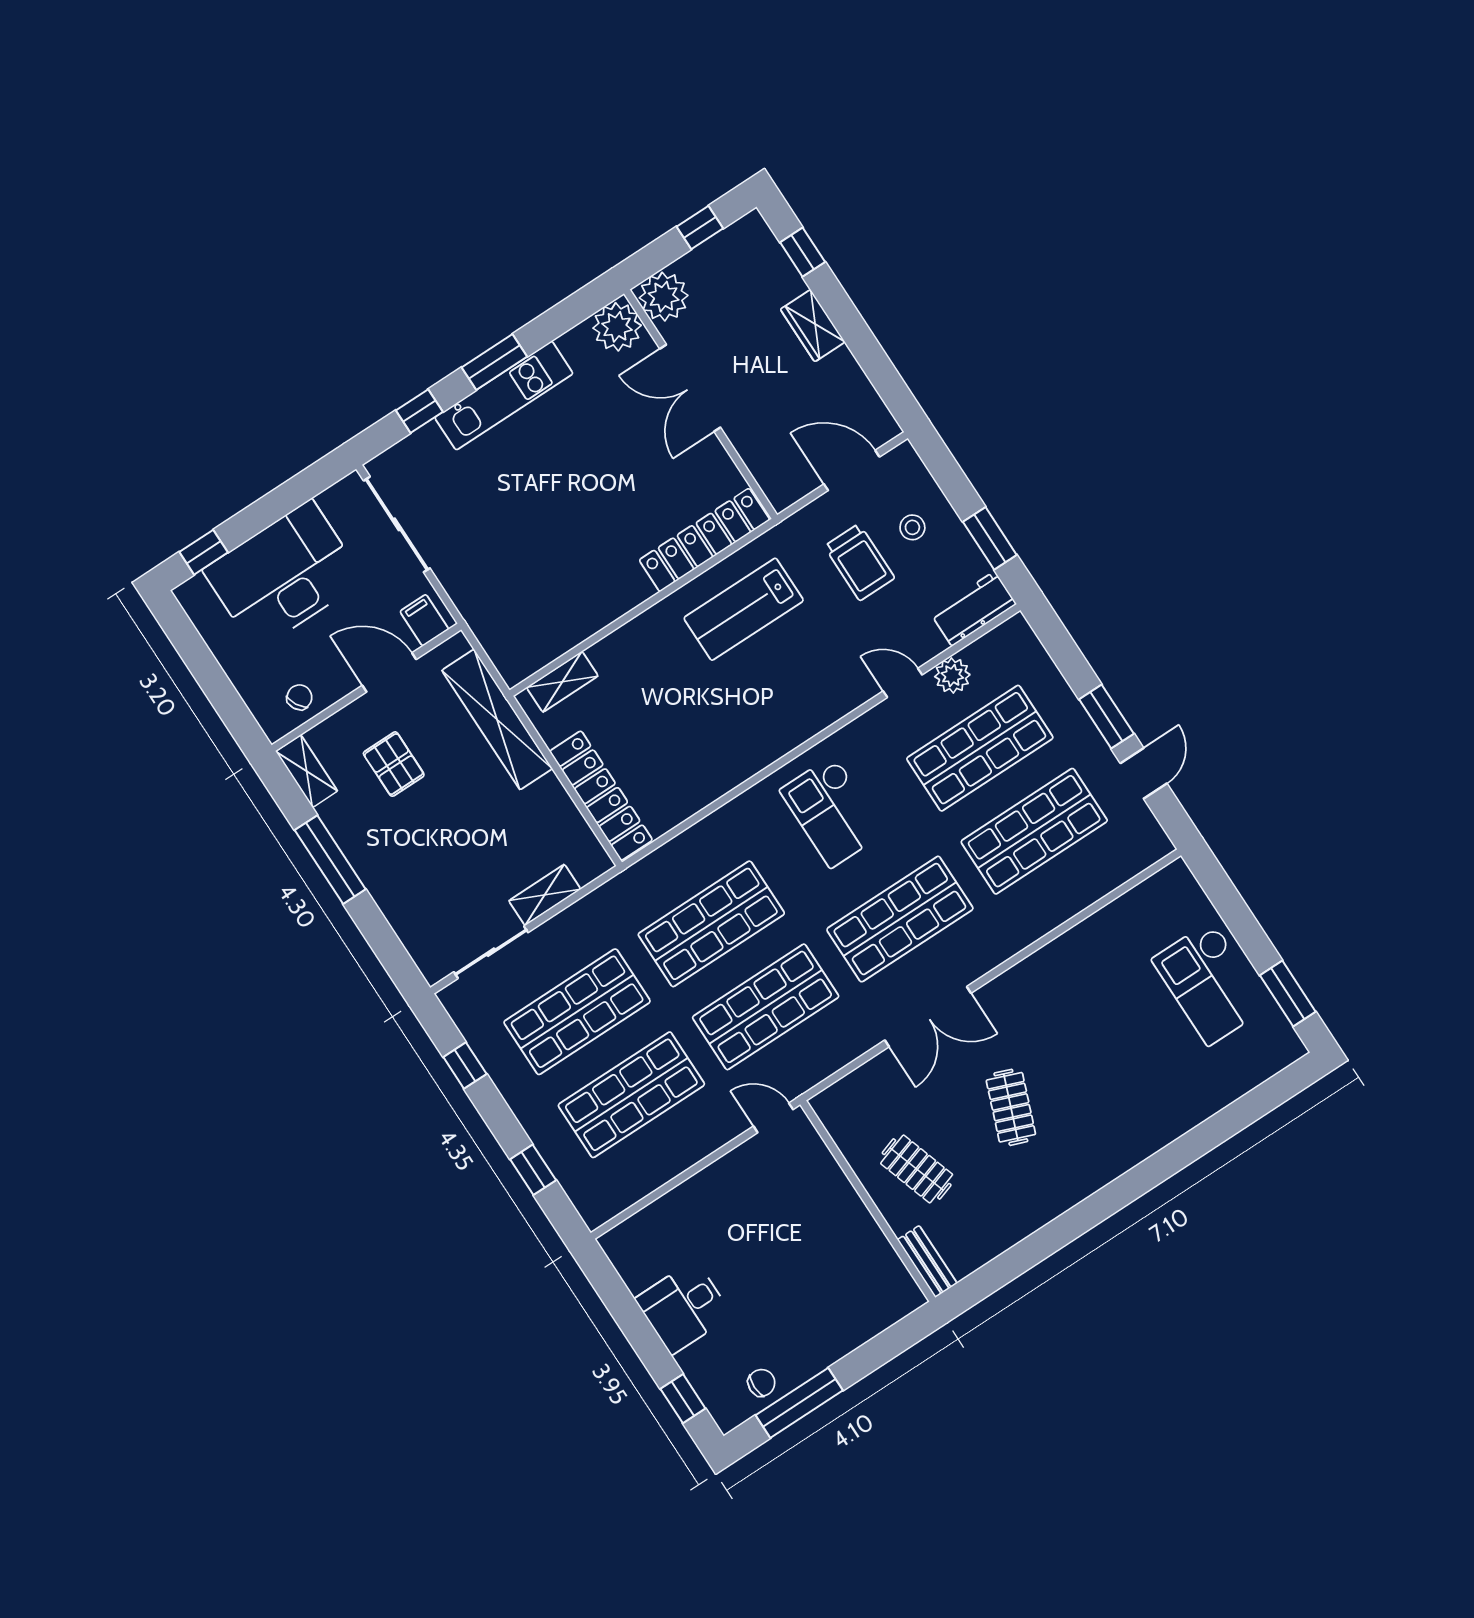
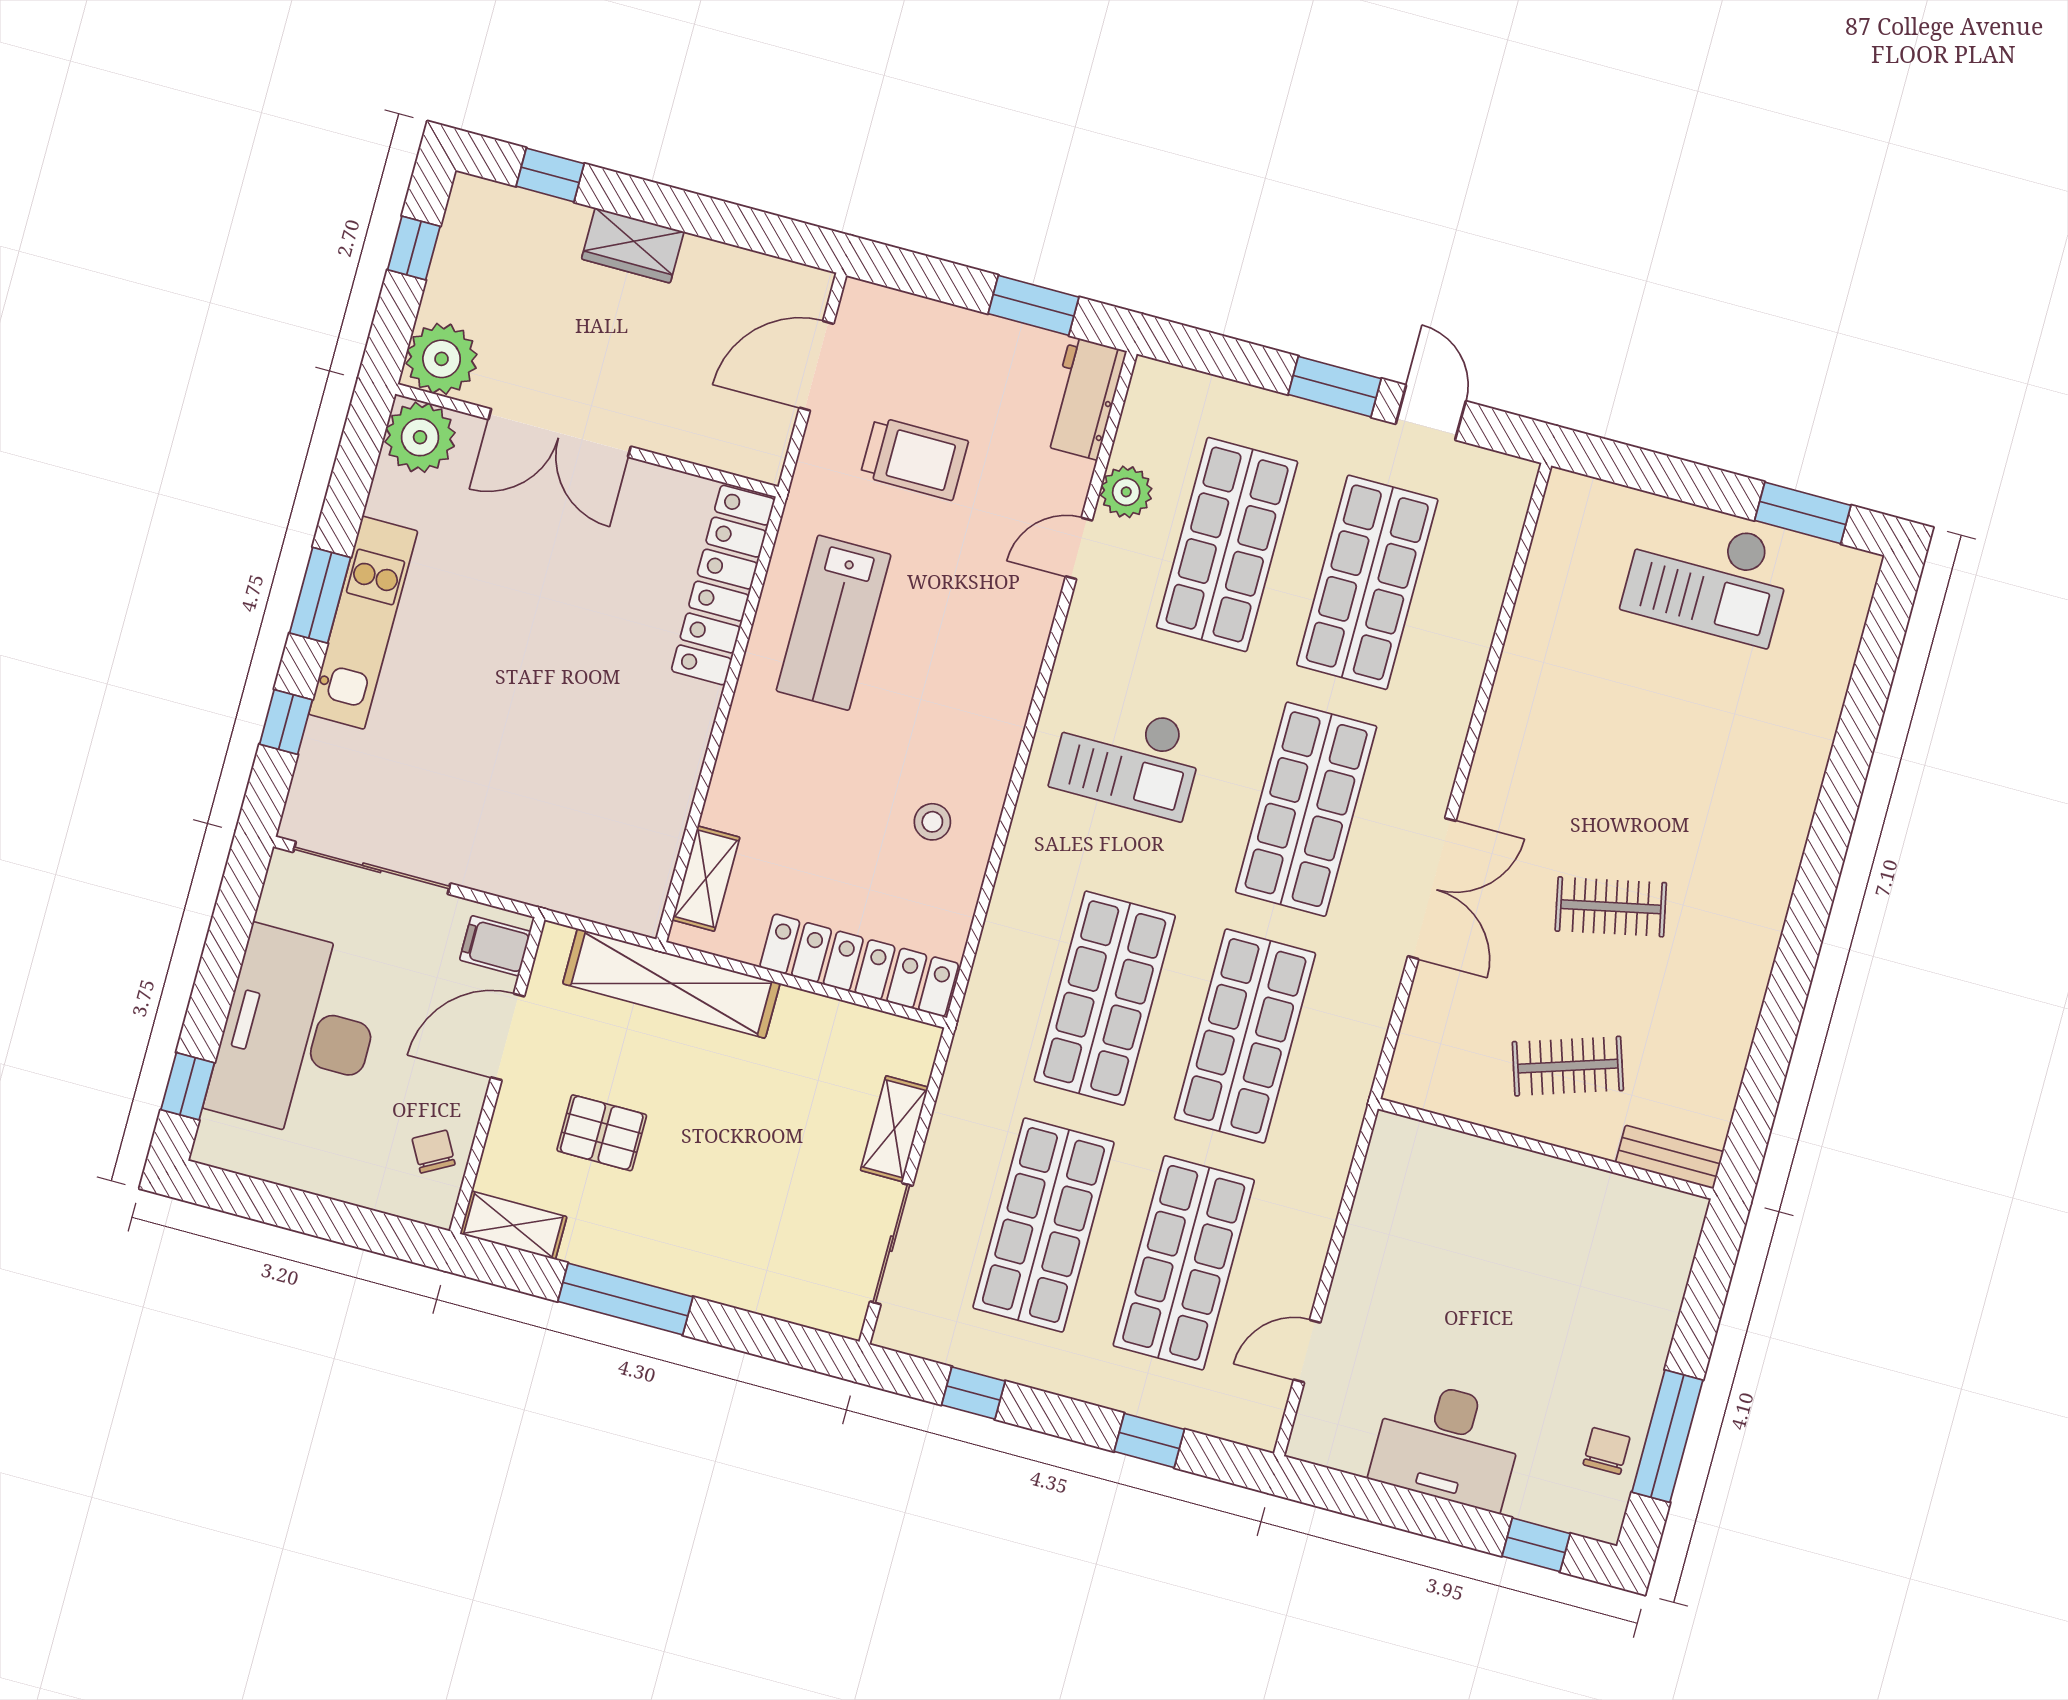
stool: (912, 527) -> (932, 822), moved
clothes rail: (1011, 1107) -> (1611, 907), turned -33
door: (773, 1118) -> (1307, 1351), moved
desk: (683, 1307) -> (1447, 1444), width x1.37

